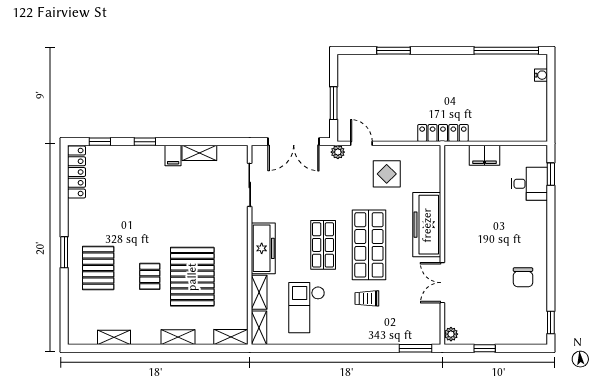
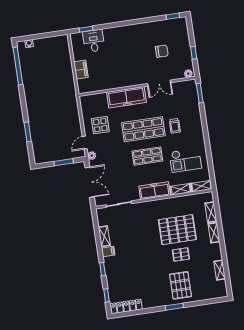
locker: (443, 133) -> (72, 96), removed
pallet: (98, 268) -> (181, 285), turned 90
chair: (523, 277) -> (162, 51), moved
shelving: (231, 337) -> (211, 212), moved

